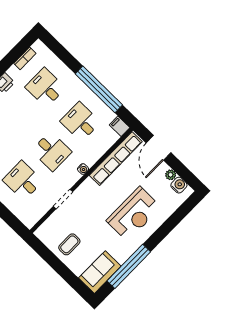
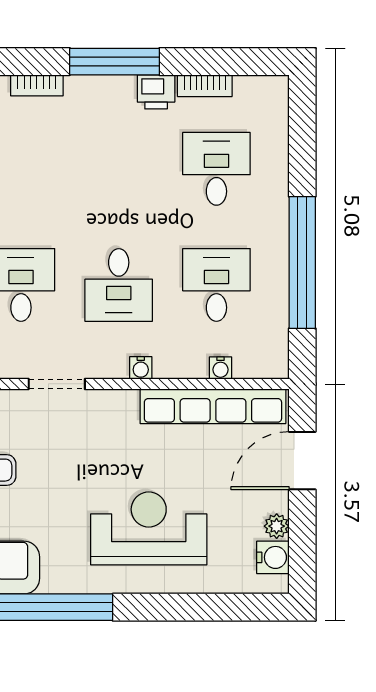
bookcase: (25, 58) -> (205, 86), moved
filing cabinet: (120, 126) -> (274, 359), removed
water cooler: (106, 145) -> (220, 368), added
reception desk: (134, 214) -> (149, 528), turned 180

